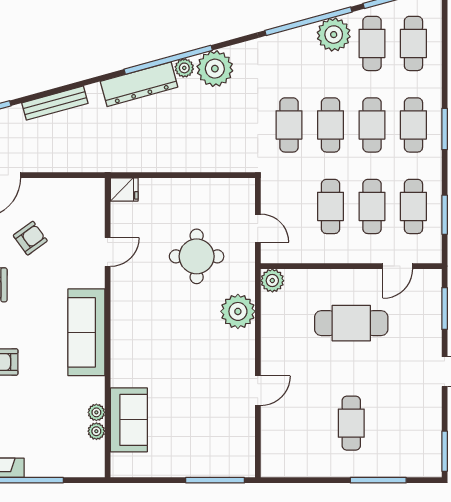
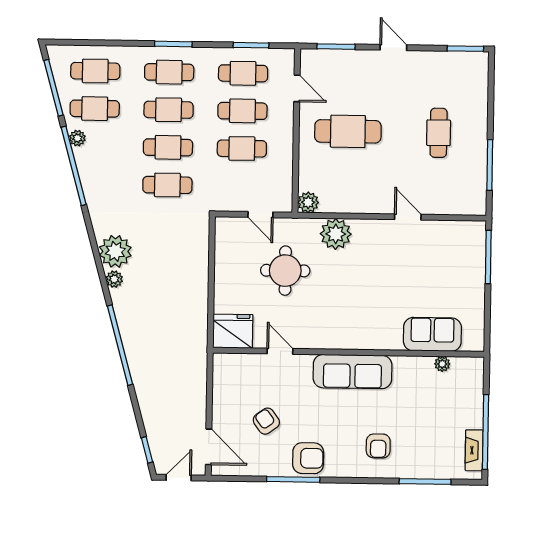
plant: (334, 35) -> (77, 138), width x0.53, depth x0.53
window: (168, 60) -> (120, 345), moved
dresser: (139, 84) -> (128, 320), removed
bench: (55, 103) -> (144, 397), removed
fridge: (124, 189) -> (233, 331), width x1.88, depth x1.34
door: (258, 228) -> (260, 215), swing flipped
cafe table: (351, 323) -> (348, 131), turned 90
plant: (96, 412) -> (425, 364), removed
cafe table: (351, 423) -> (439, 133), turned 90
window: (378, 480) -> (490, 165), moved

